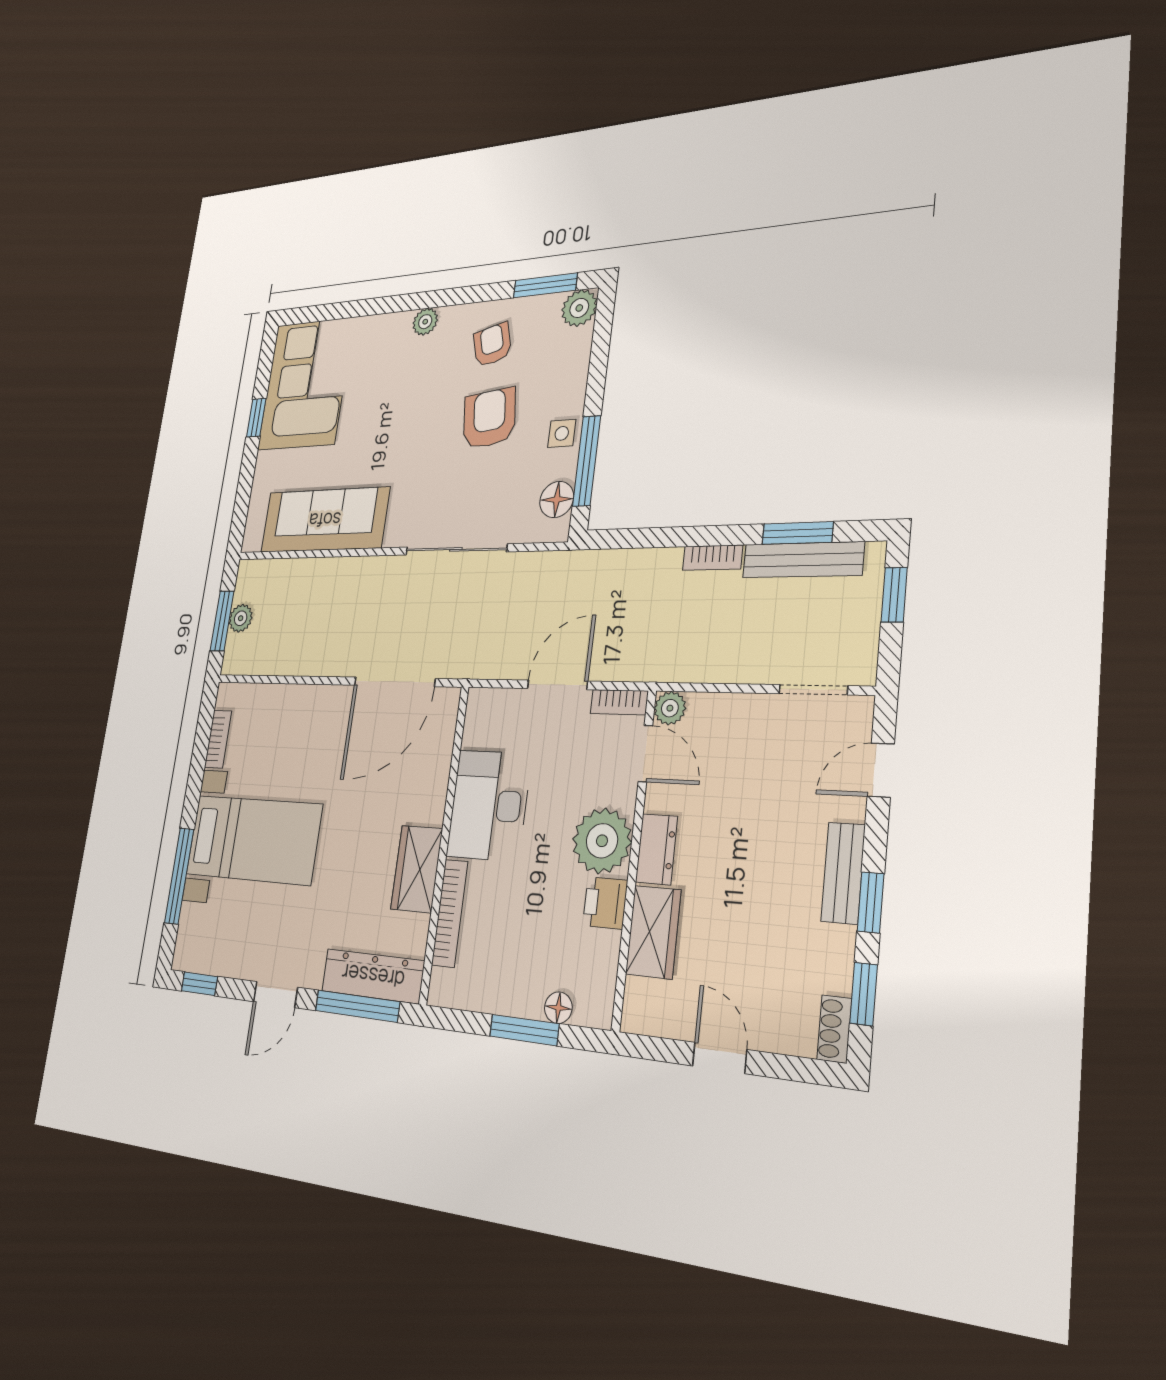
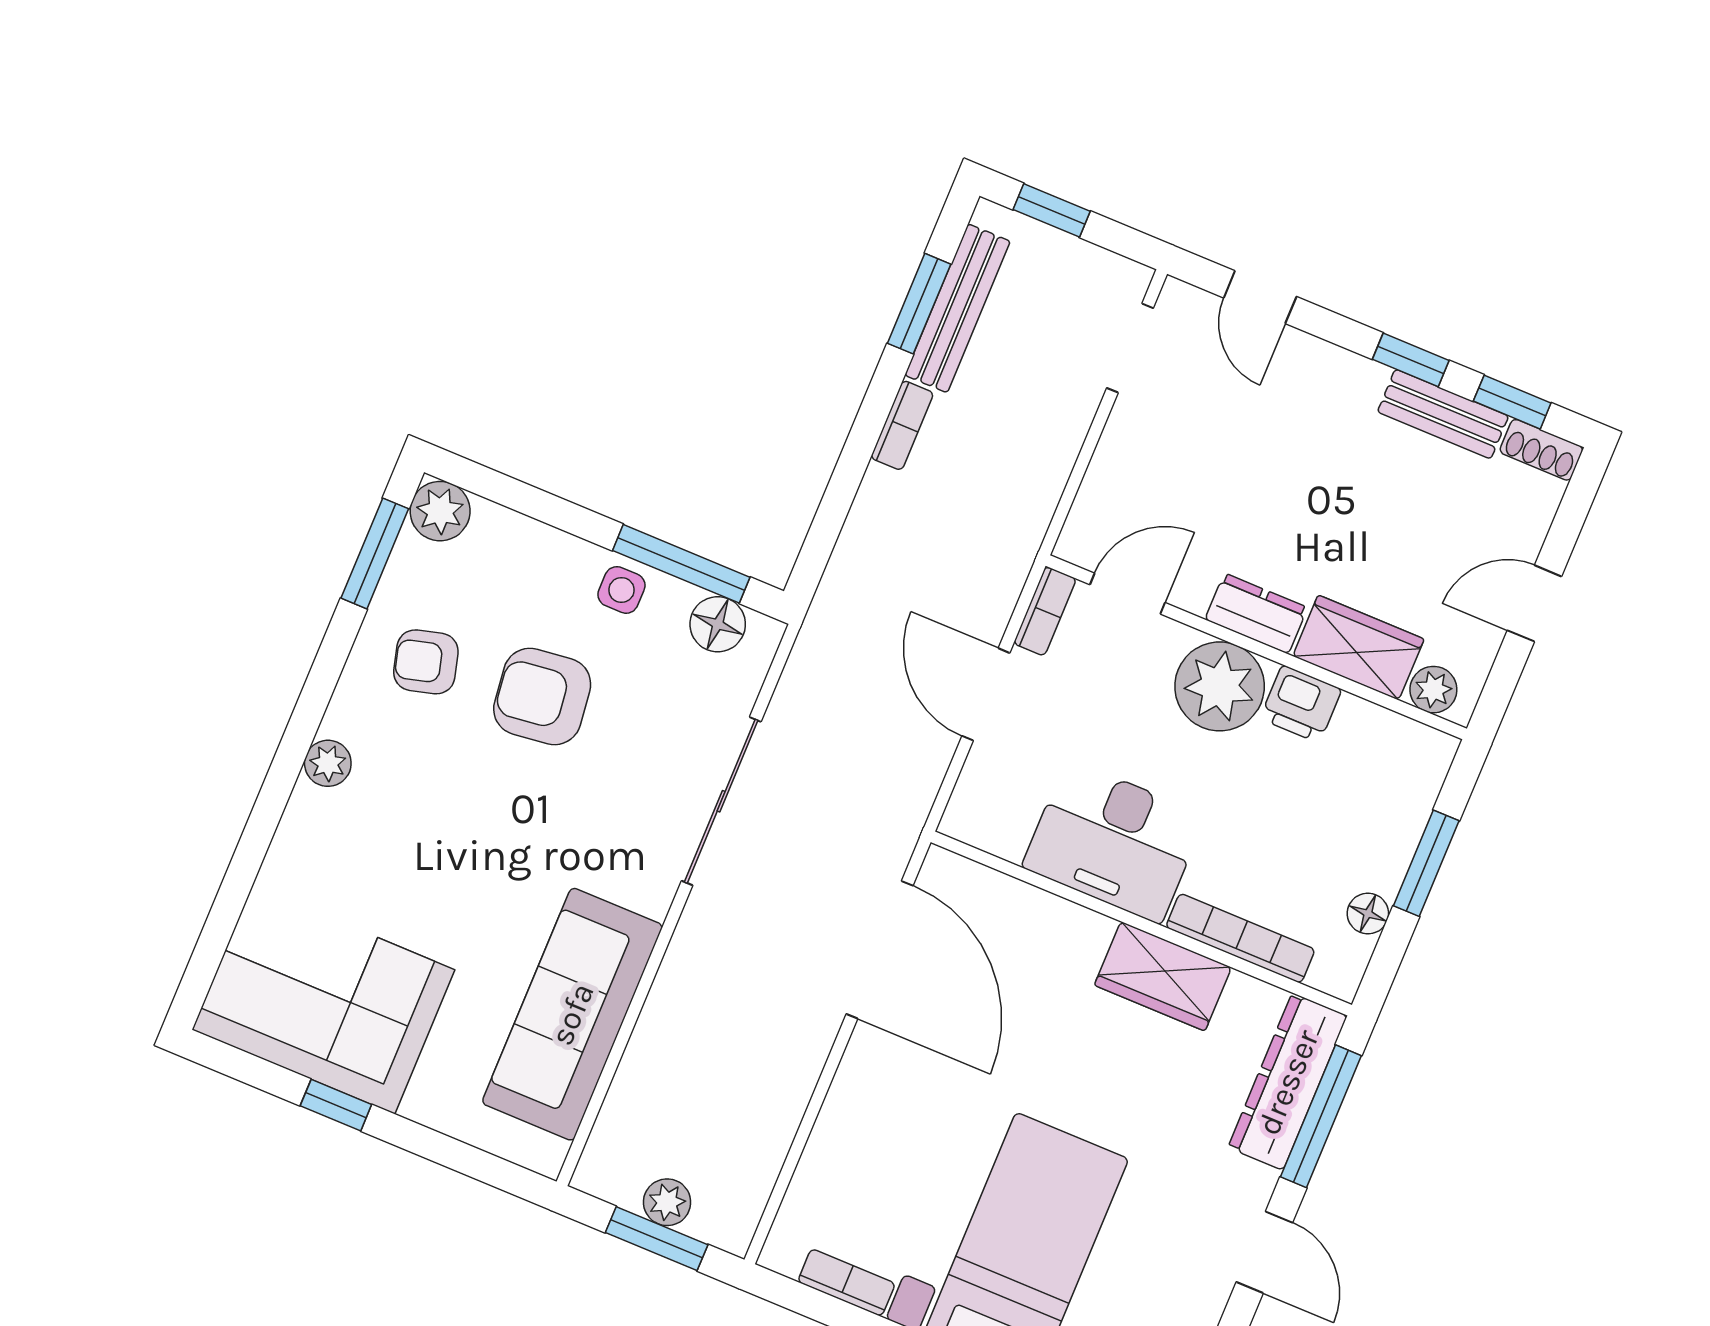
plant: (670, 708) -> (1433, 690), moved
bench: (843, 873) -> (1443, 414), moved
floor lamp: (558, 1008) -> (1368, 914), moved

